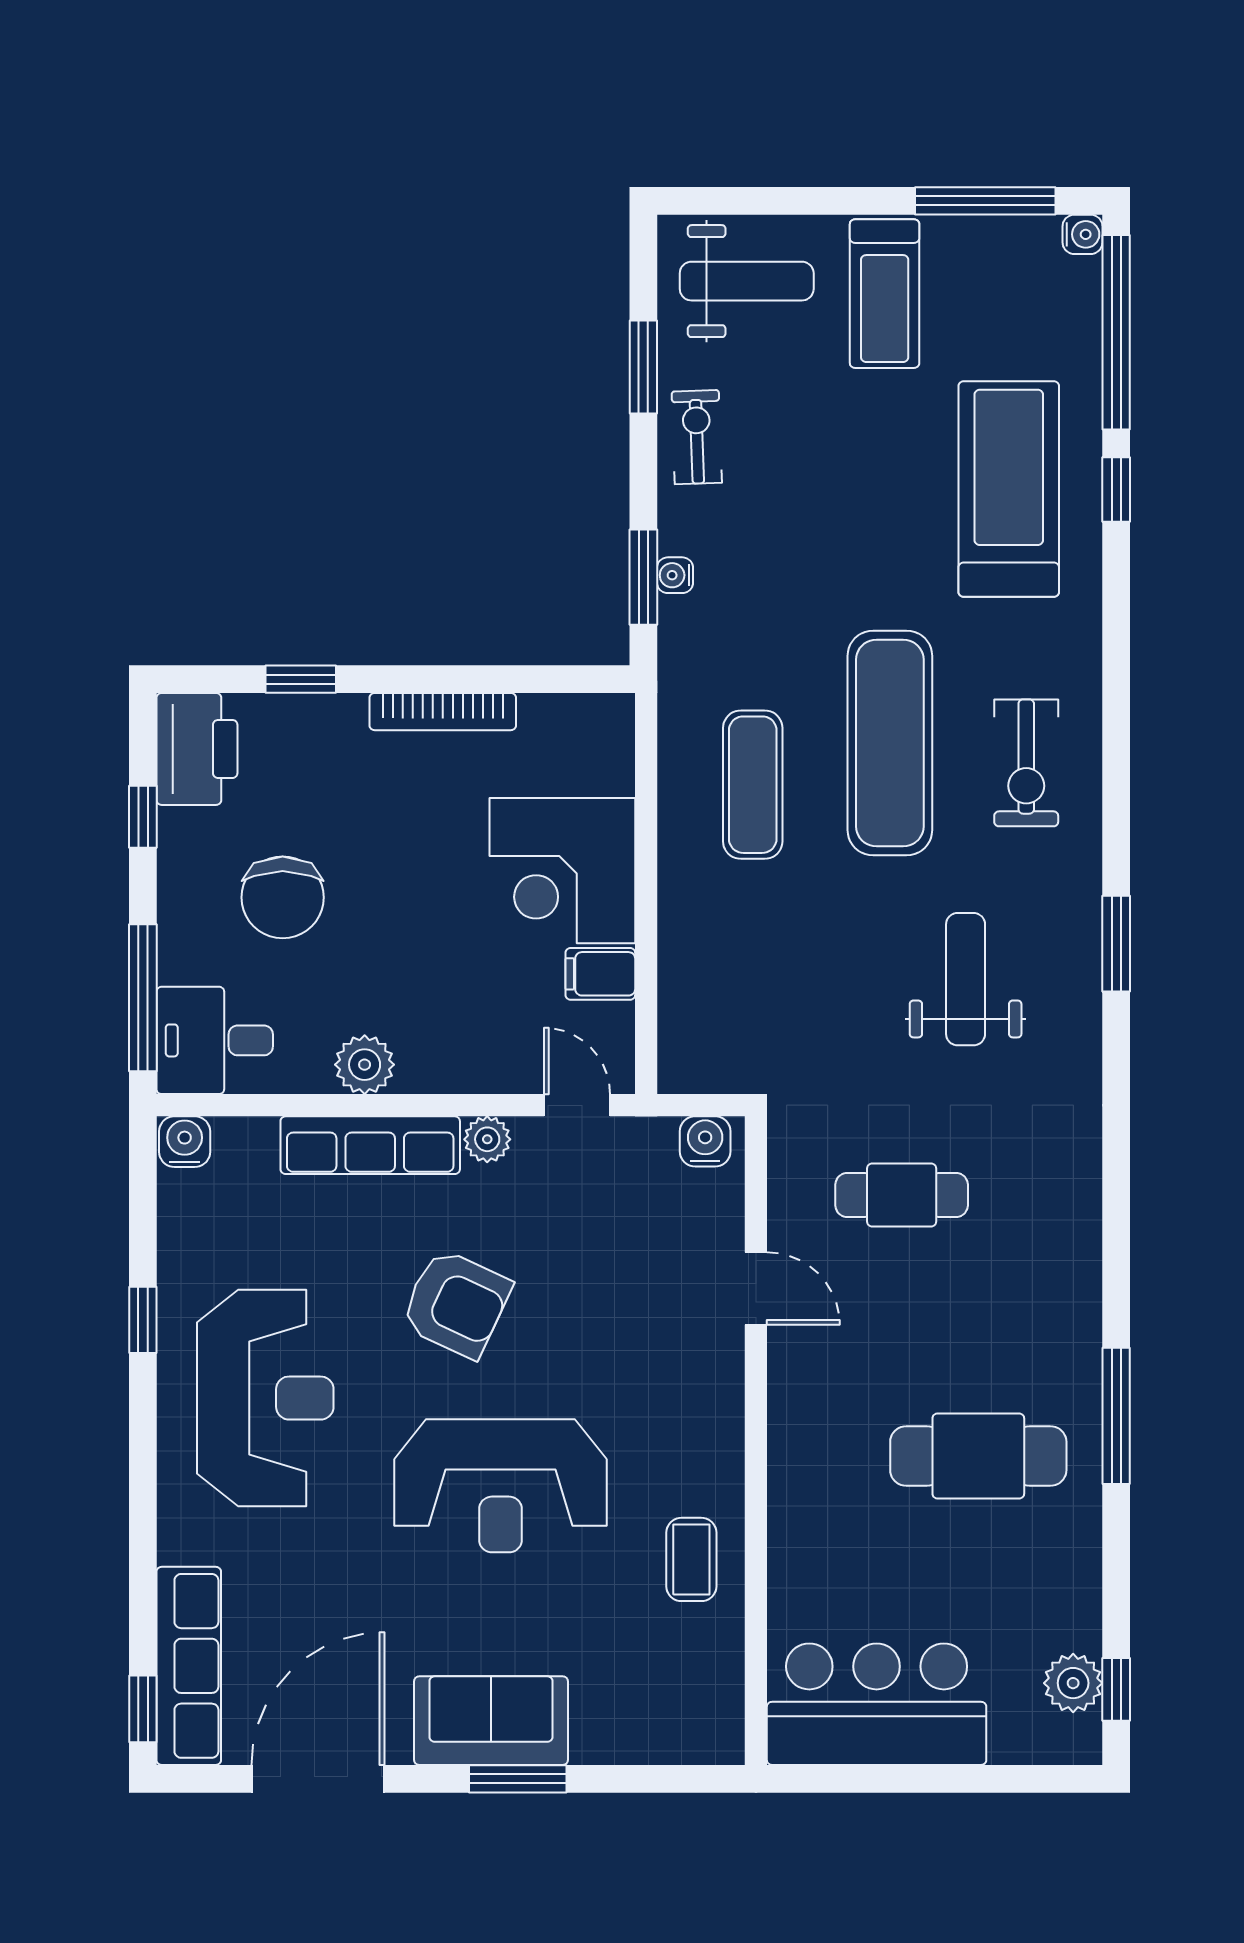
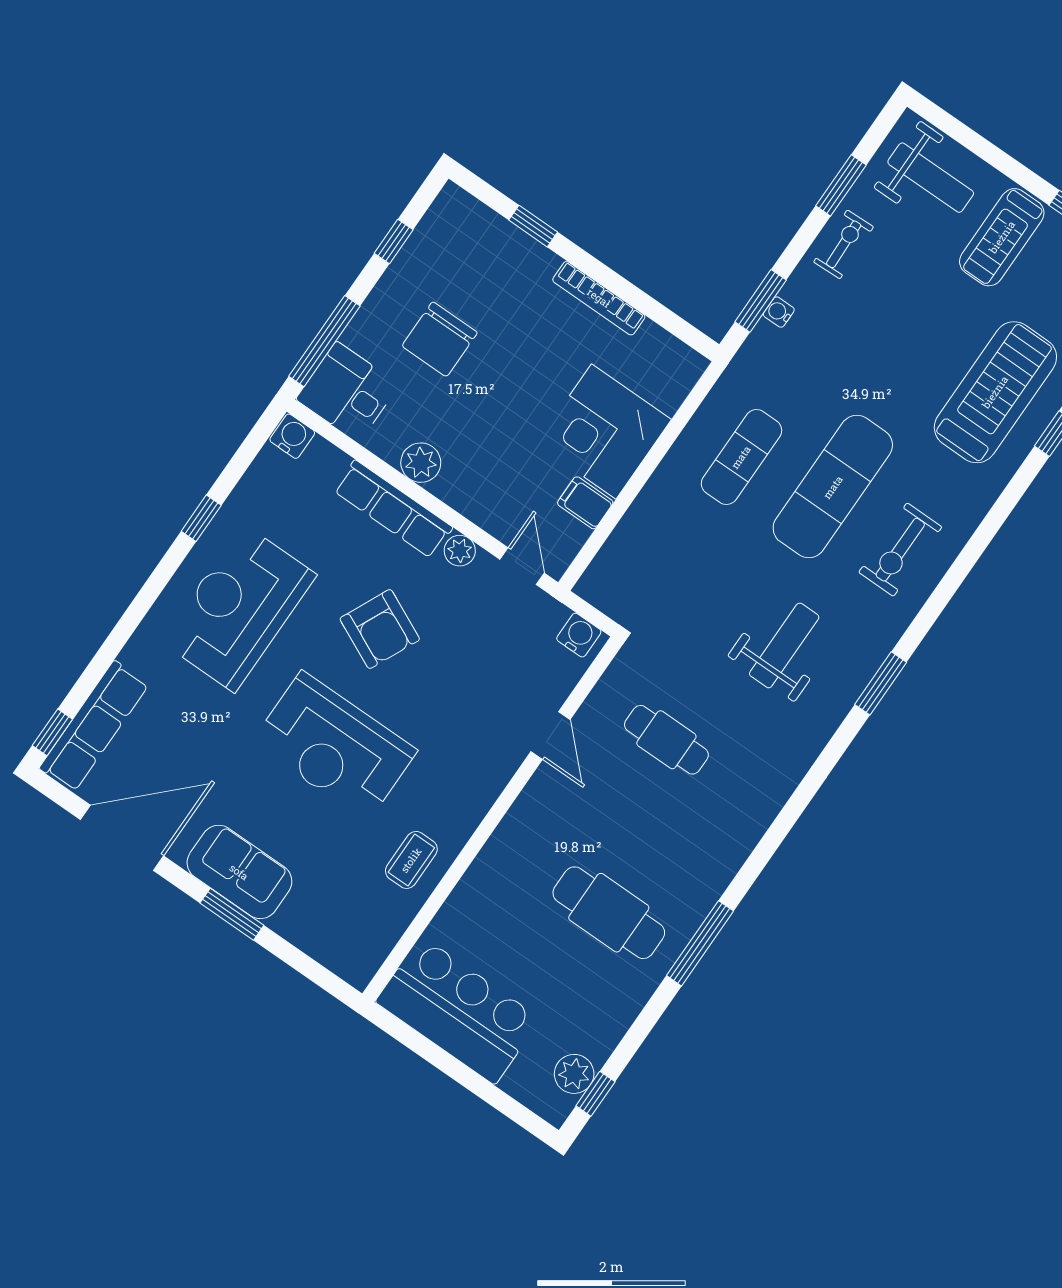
printer: (197, 749) -> (449, 225), removed
reception desk: (265, 1398) -> (239, 608), turned 180

